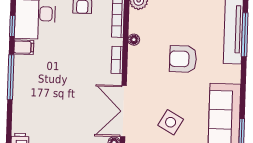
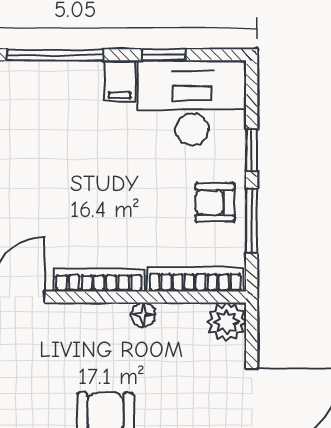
bookcase: (117, 60) -> (99, 280), width x1.56

